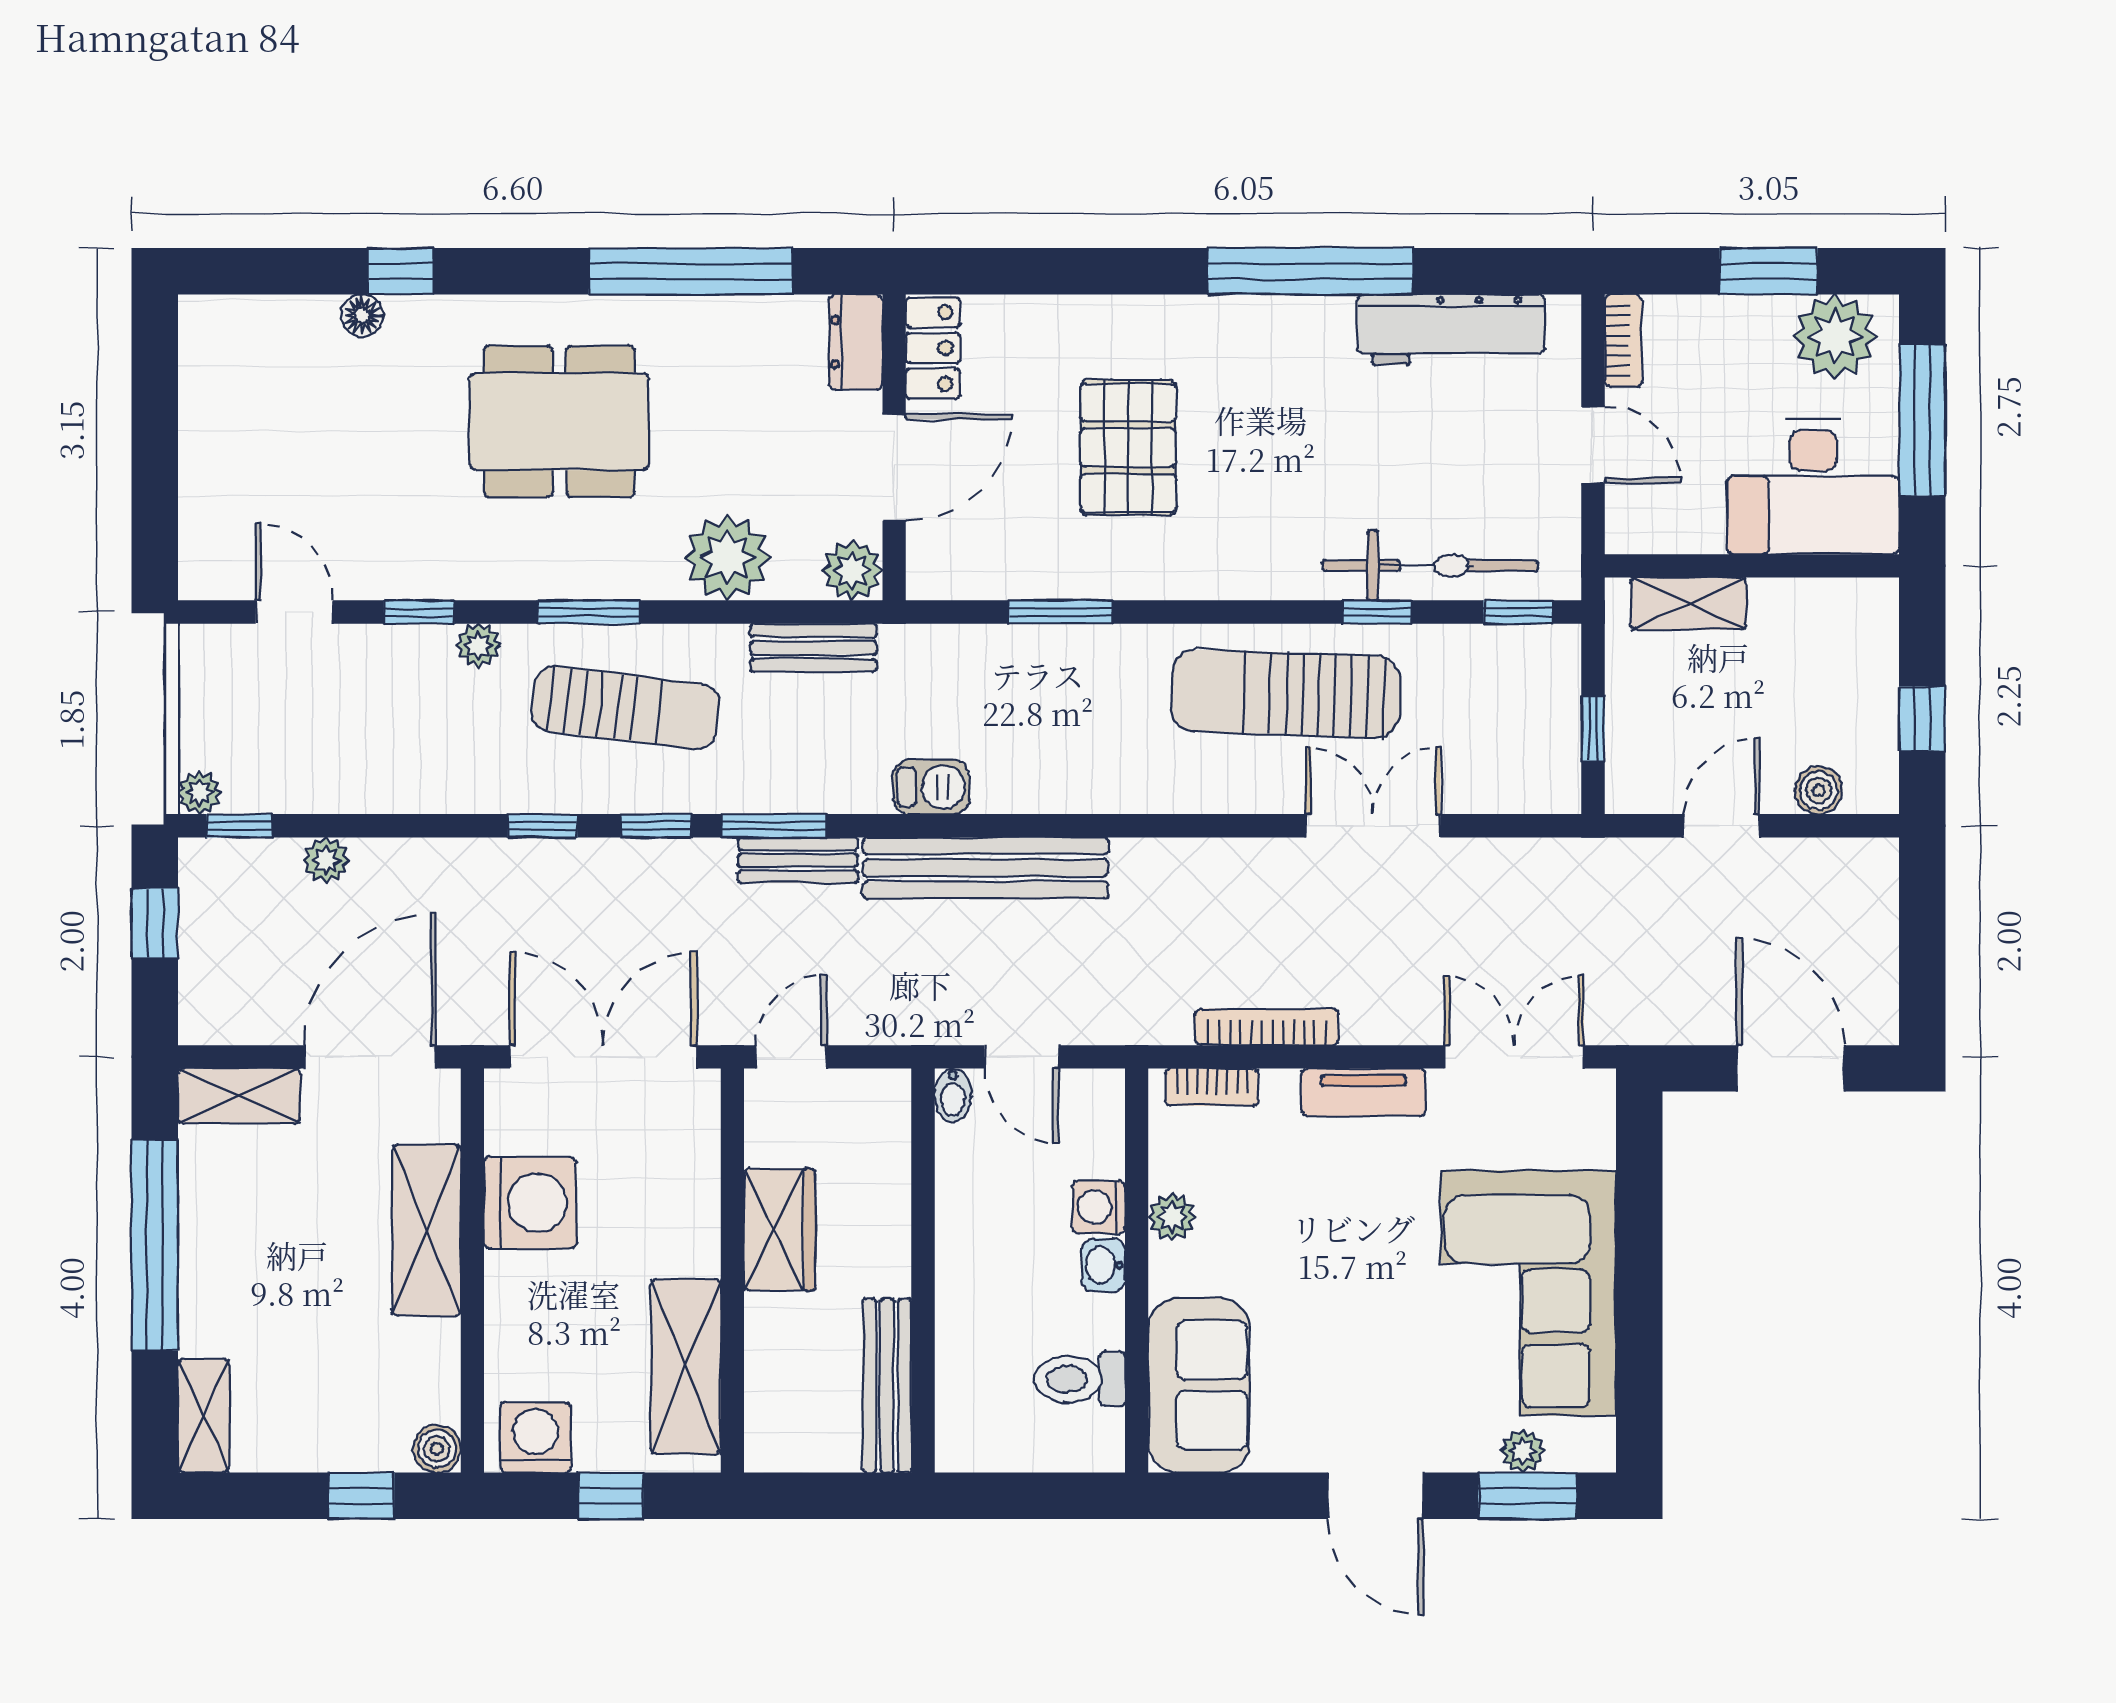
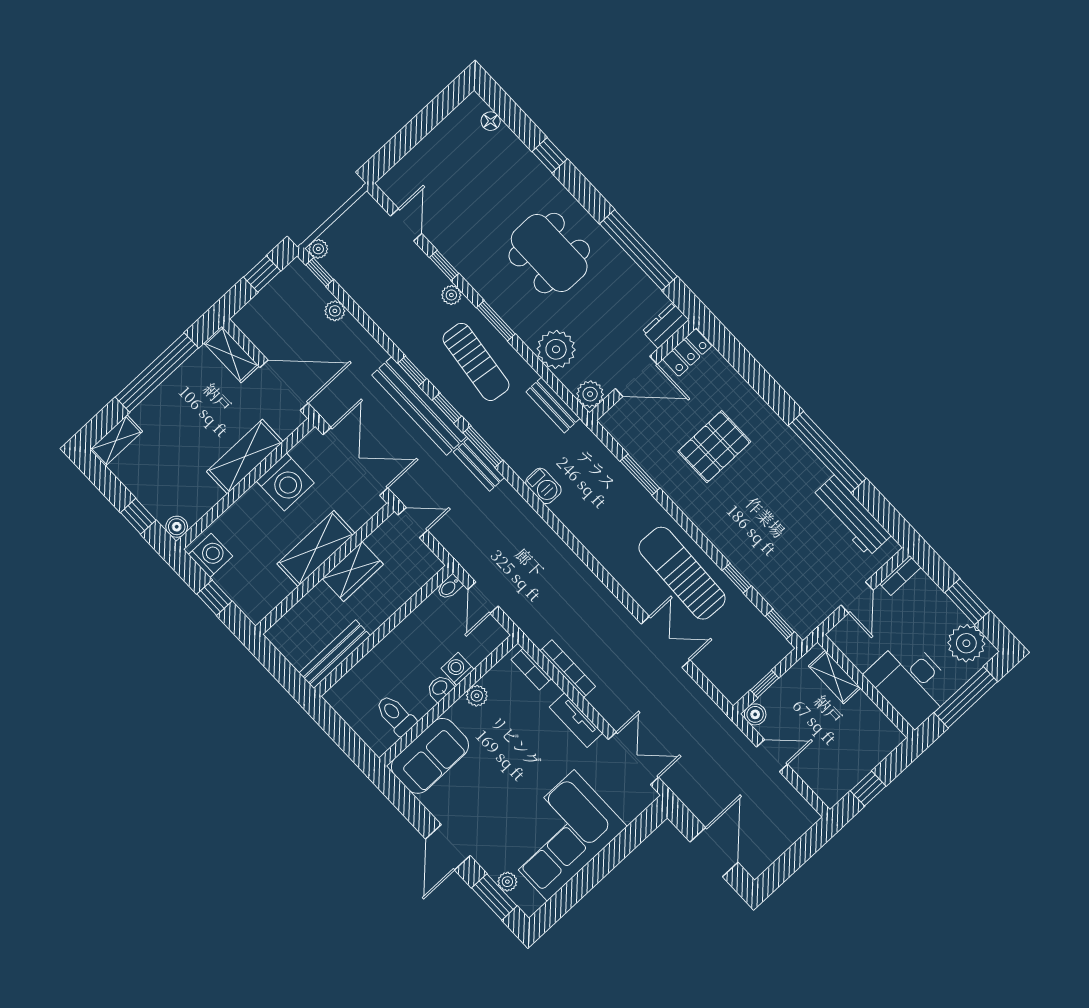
floor lamp: (362, 315) -> (491, 121), moved
bicycle: (1430, 566) -> (768, 581), removed
boiler: (1819, 790) -> (755, 714), moved
bench: (985, 868) -> (419, 406), moved
shelving: (686, 1366) -> (316, 549), moved

